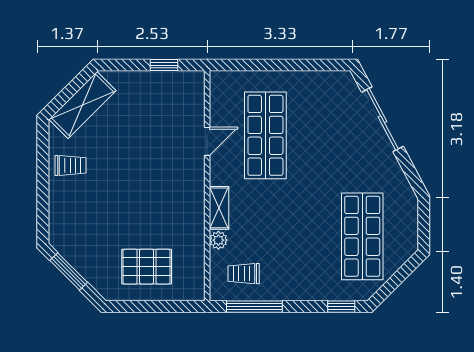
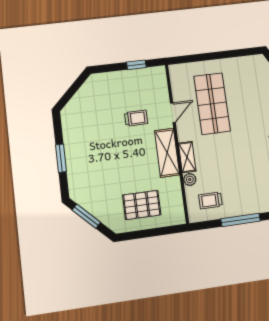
shelving: (82, 105) -> (167, 153), moved, turned -45
trolley: (71, 165) -> (136, 118), moved
window: (43, 186) -> (61, 158), added
window: (254, 307) -> (241, 220), moved

